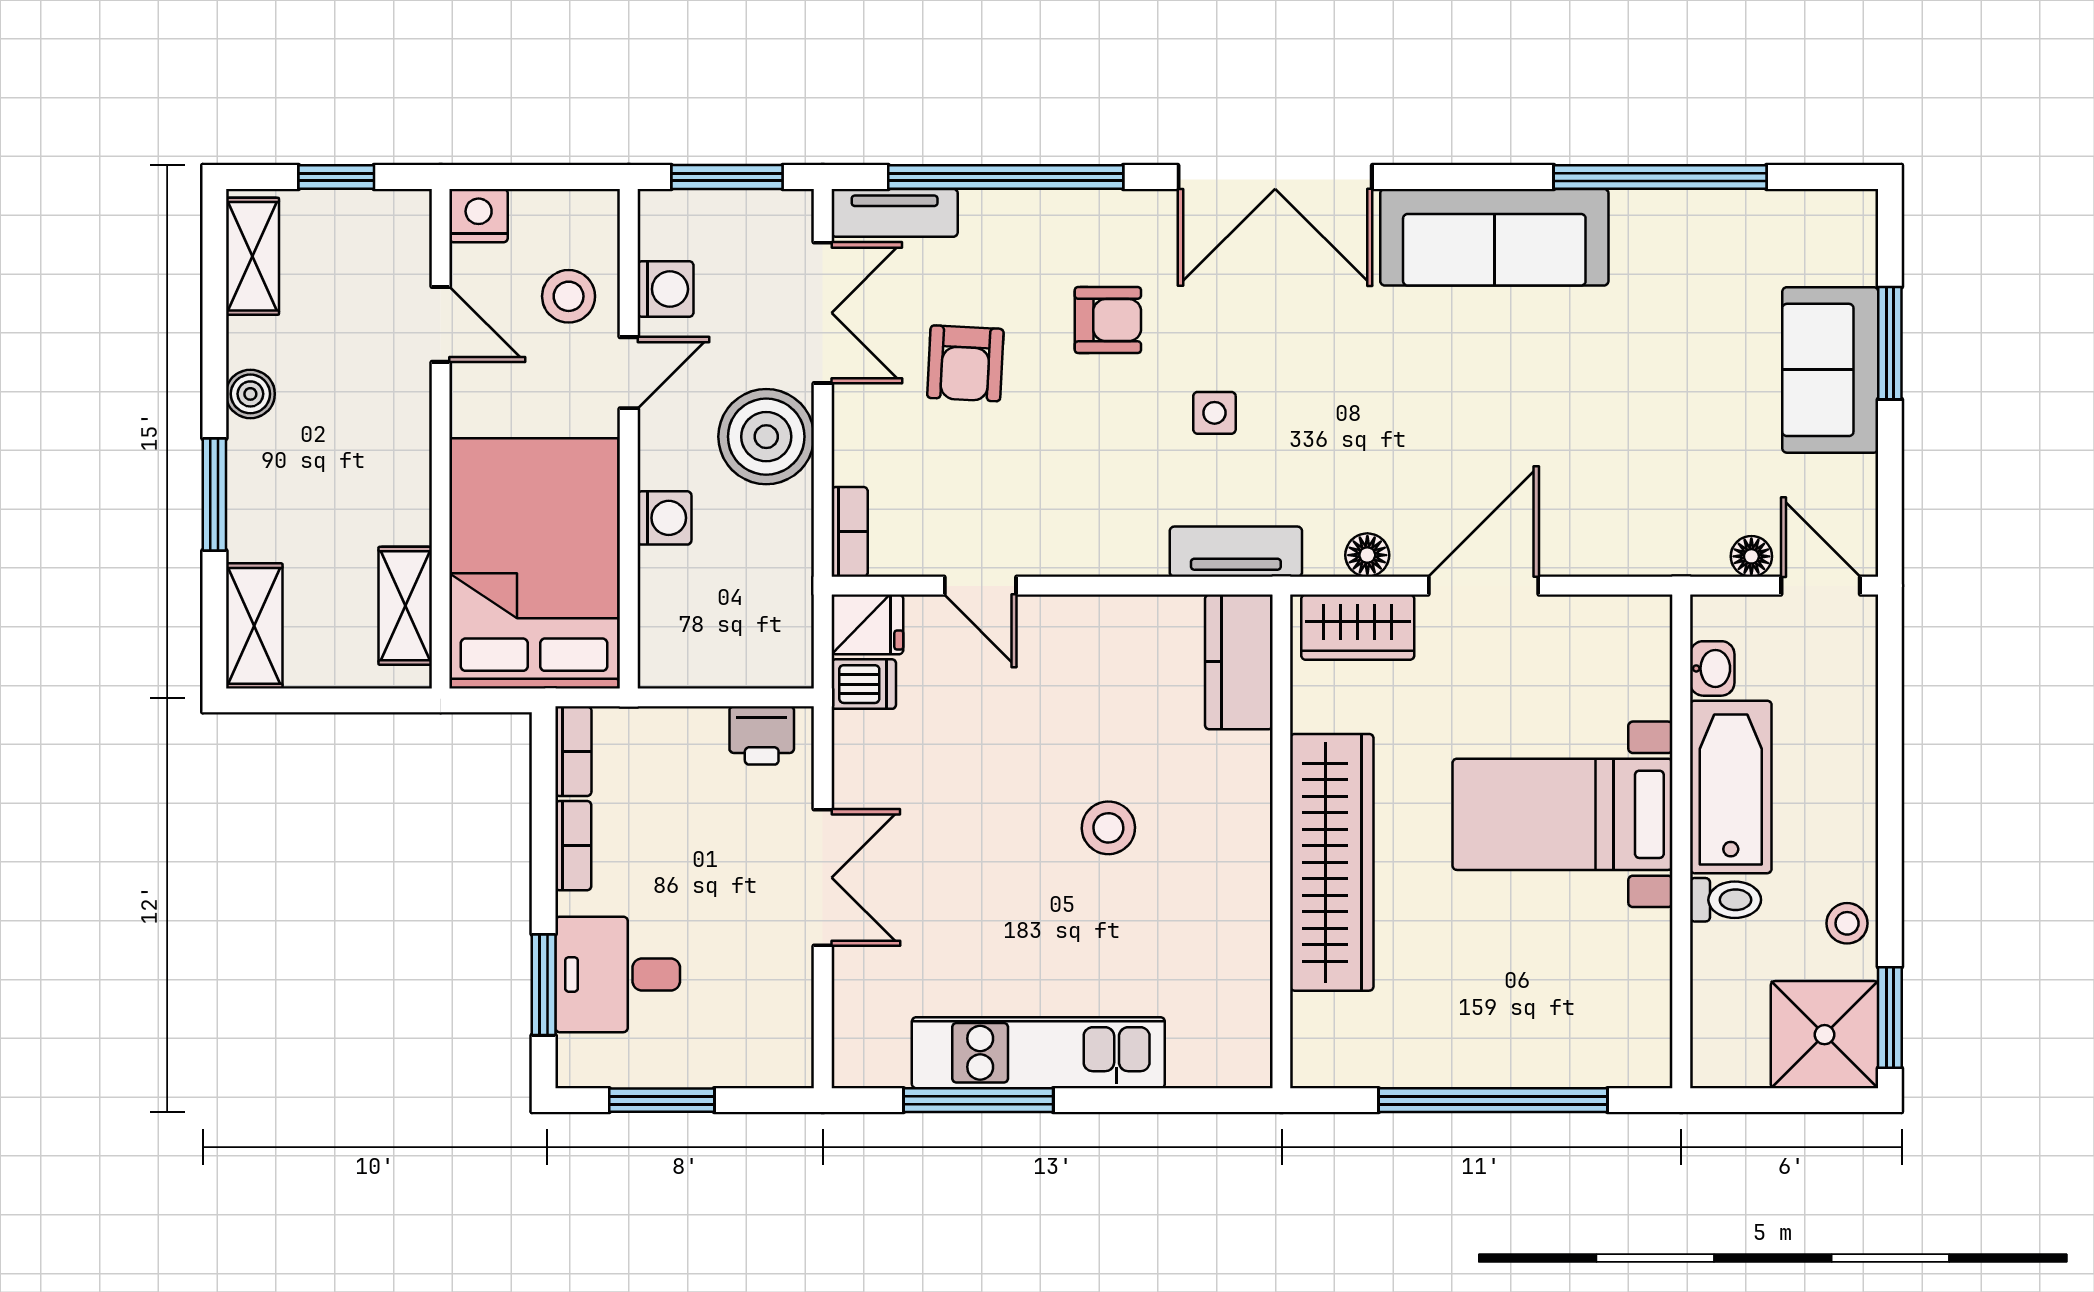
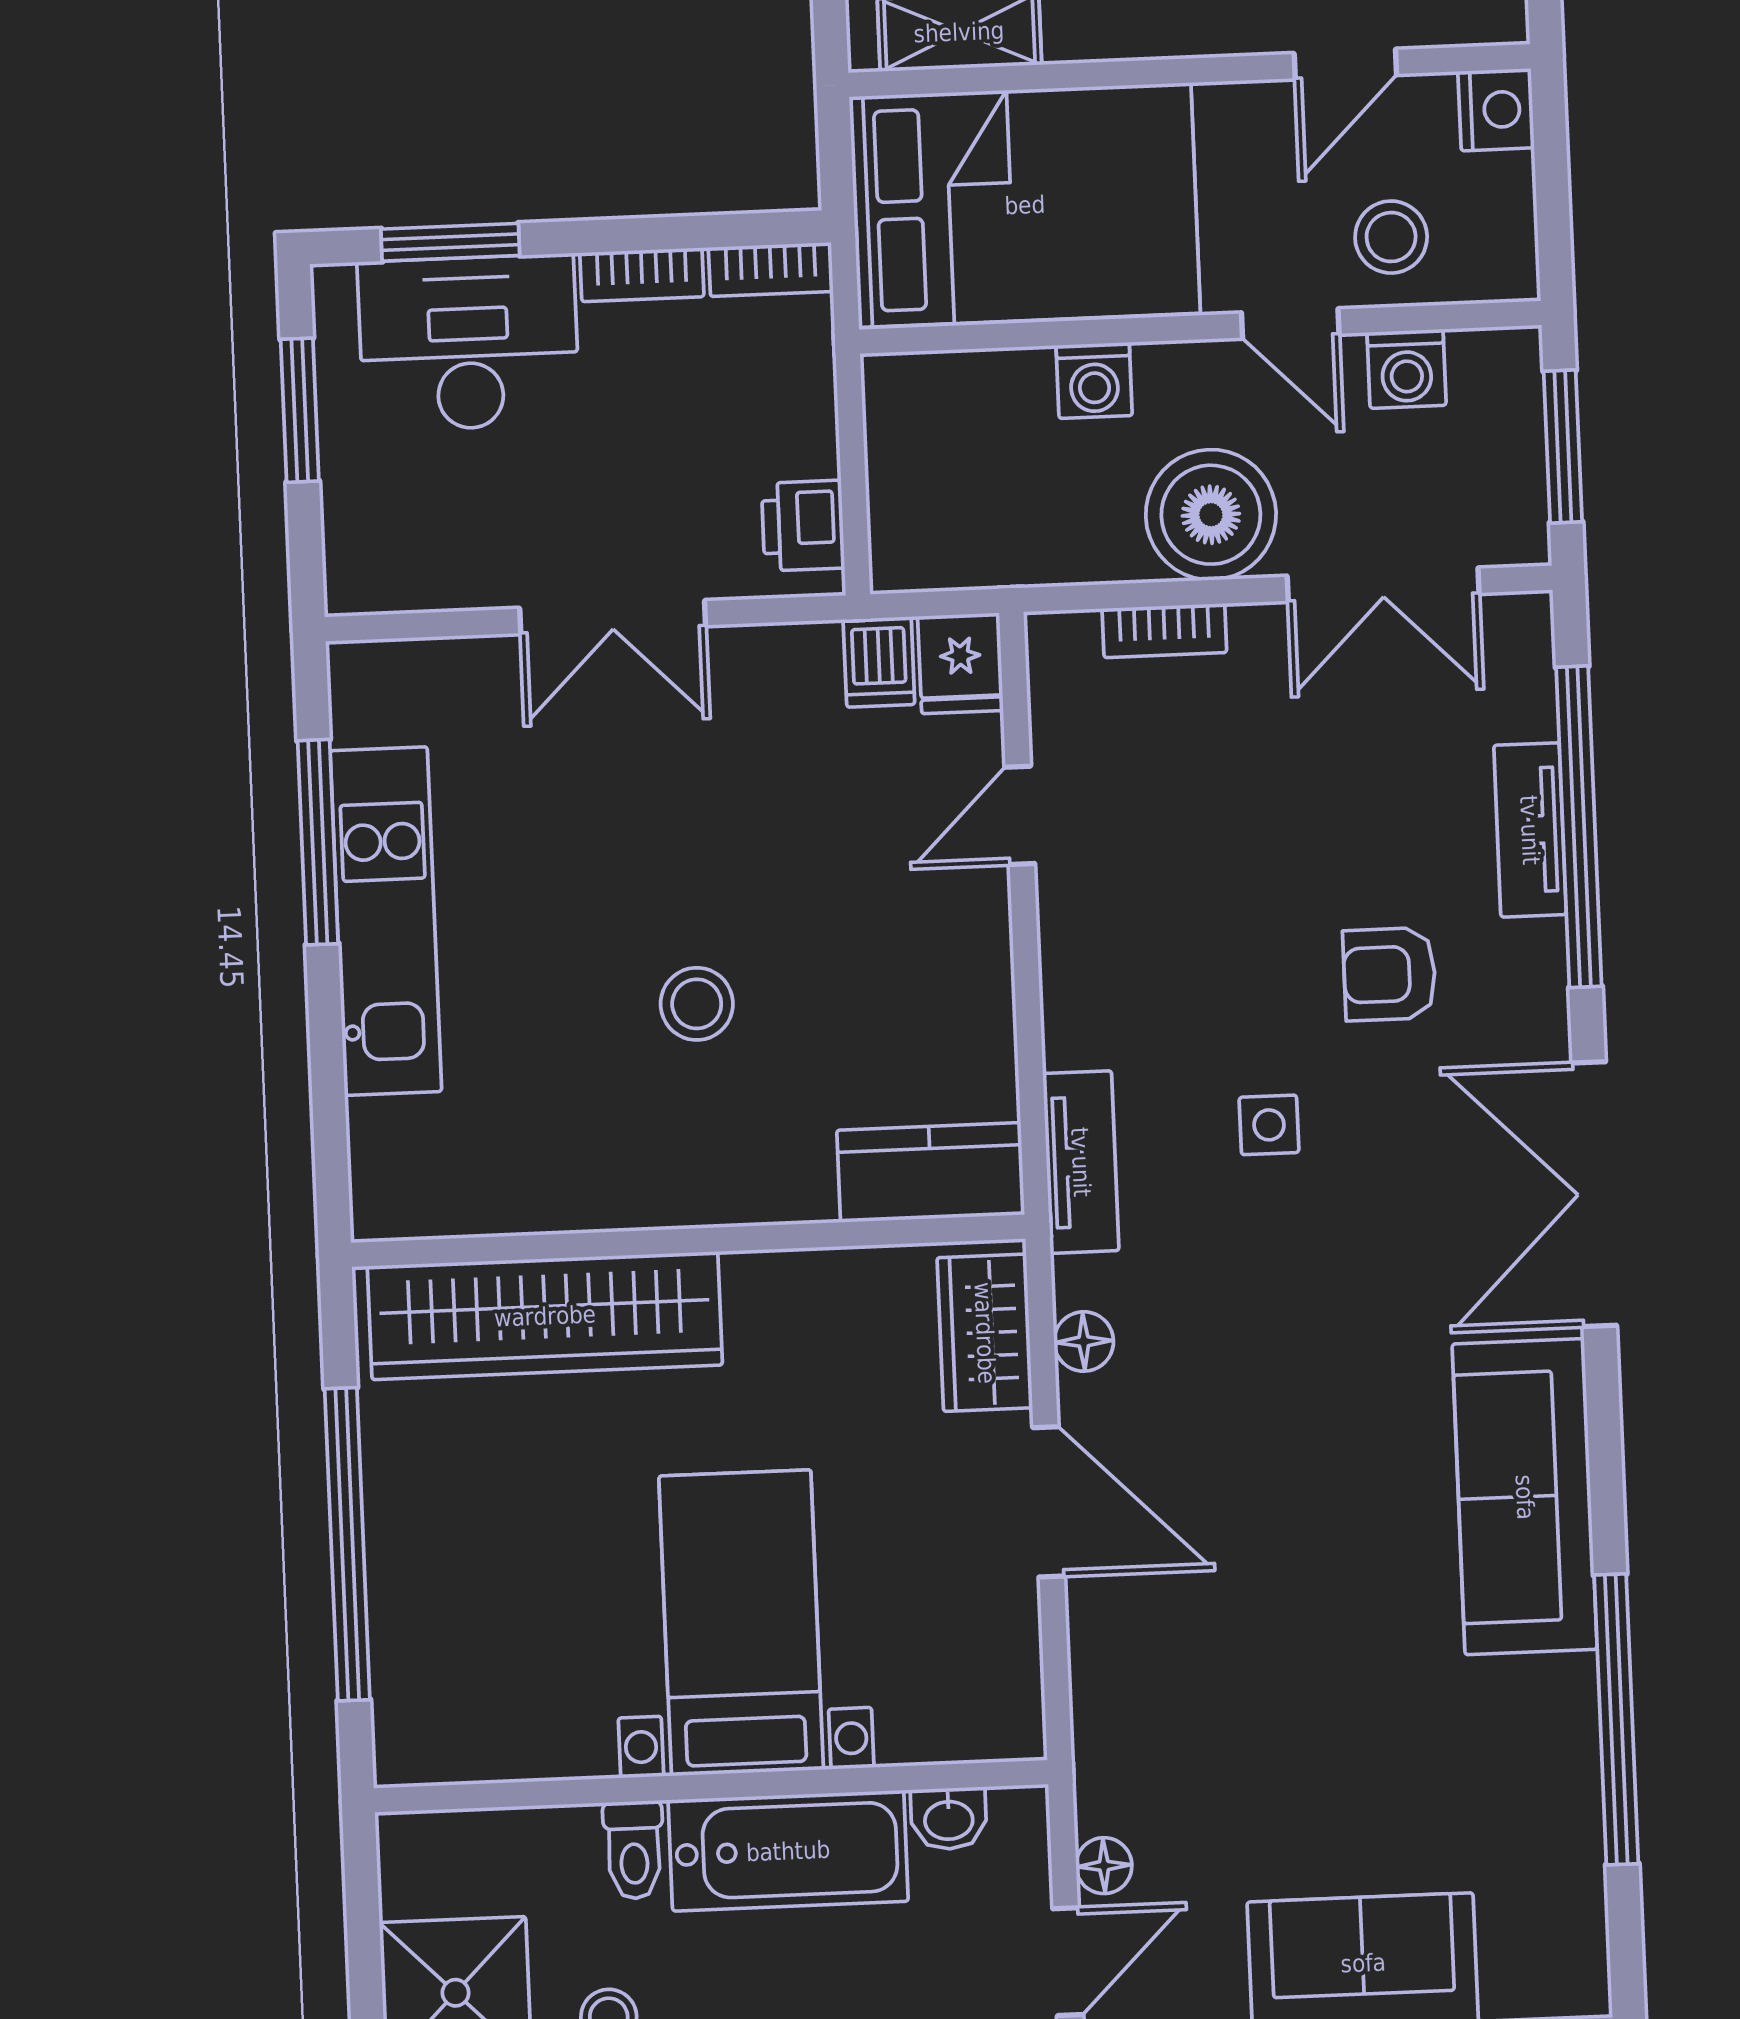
tv unit: (895, 213) -> (1530, 830), moved
armchair: (1108, 320) -> (1390, 974), turned 90
armchair: (965, 363) -> (1322, 782), removed
bookcase: (850, 532) -> (1164, 631), moved
wardrobe: (1332, 862) -> (545, 1316), moved
desk: (618, 974) -> (469, 343), width x1.37

